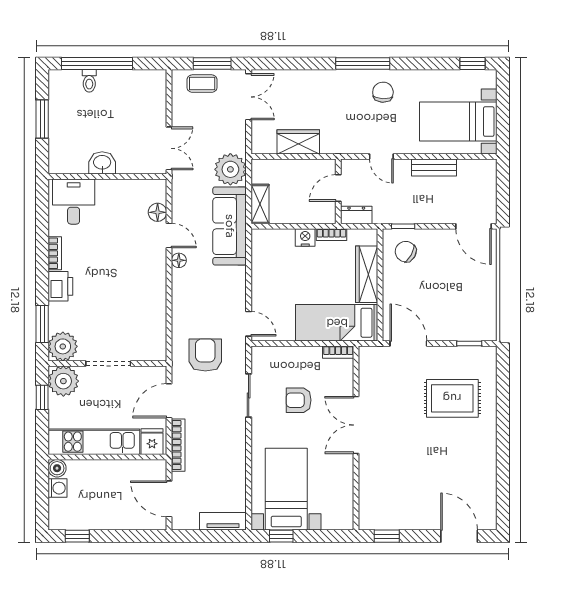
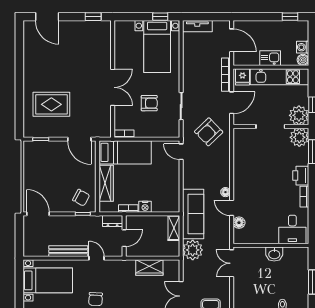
bench: (434, 168) -> (68, 251), width x1.36
armchair: (205, 355) -> (209, 132), turned 46
kitchen sink: (109, 471) -> (270, 58), added

